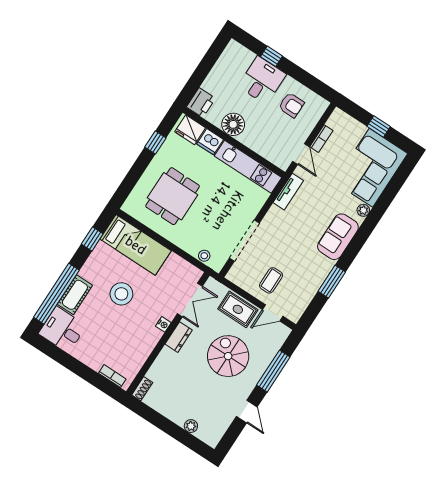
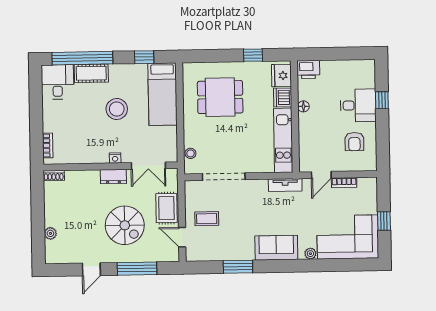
floor lamp: (233, 124) -> (303, 106), width x0.53, depth x0.53
spiral stairs: (228, 356) -> (125, 225), turned 90

